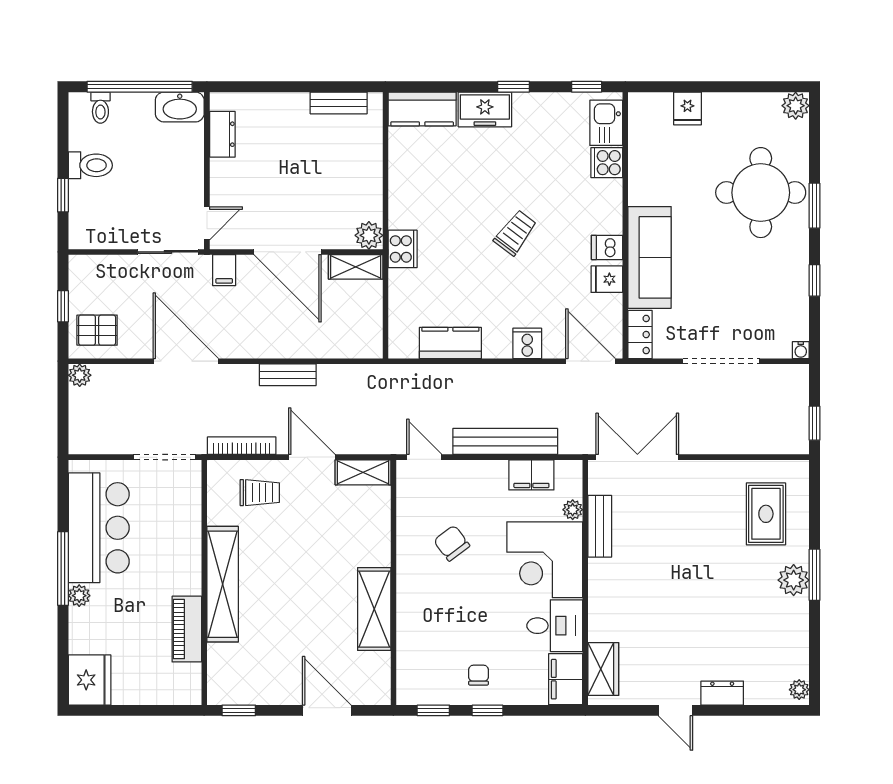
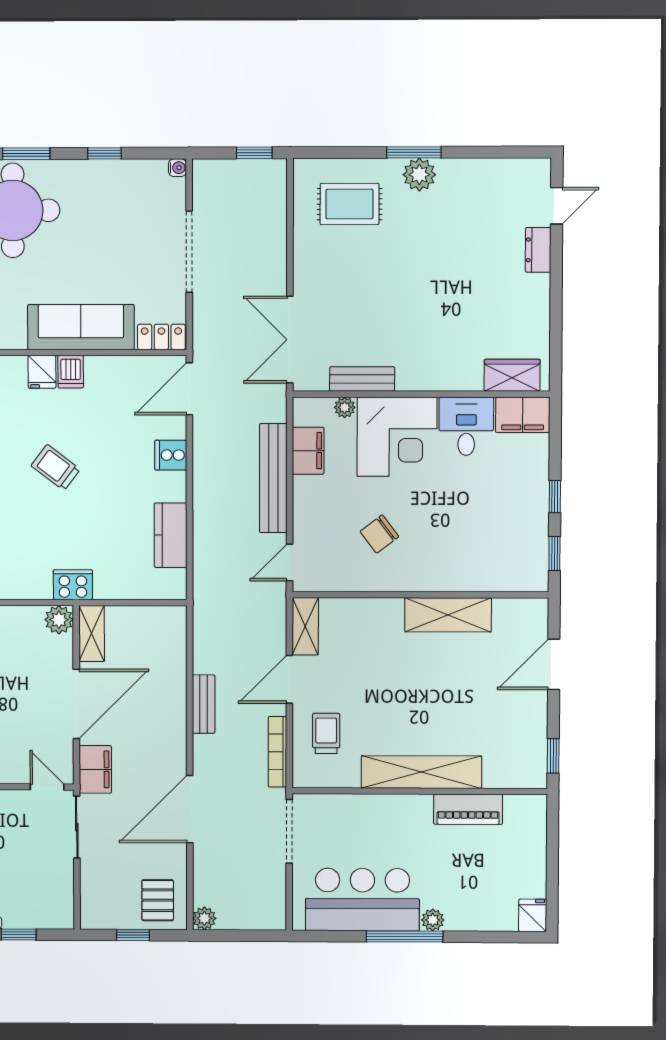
filing cabinet: (224, 270) -> (95, 769), width x2.00
fridge: (607, 279) -> (42, 372), moved
chair: (479, 675) -> (518, 506), removed
fridge: (90, 680) -> (533, 915), width x0.53, depth x0.75
plant: (799, 690) -> (535, 168), removed
door: (675, 710) -> (557, 206), moved

